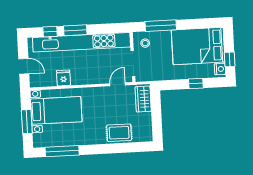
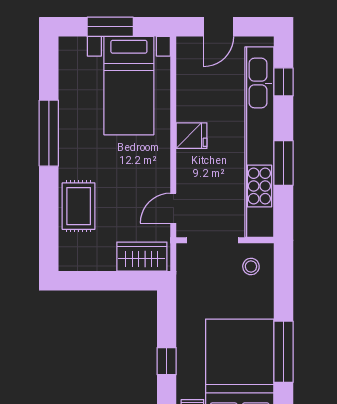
window: (161, 26) -> (283, 352), moved
window: (75, 30) -> (283, 163), moved
fridge: (63, 78) -> (192, 136), moved
door: (118, 84) -> (173, 208), swing flipped
window: (62, 151) -> (49, 133), moved

